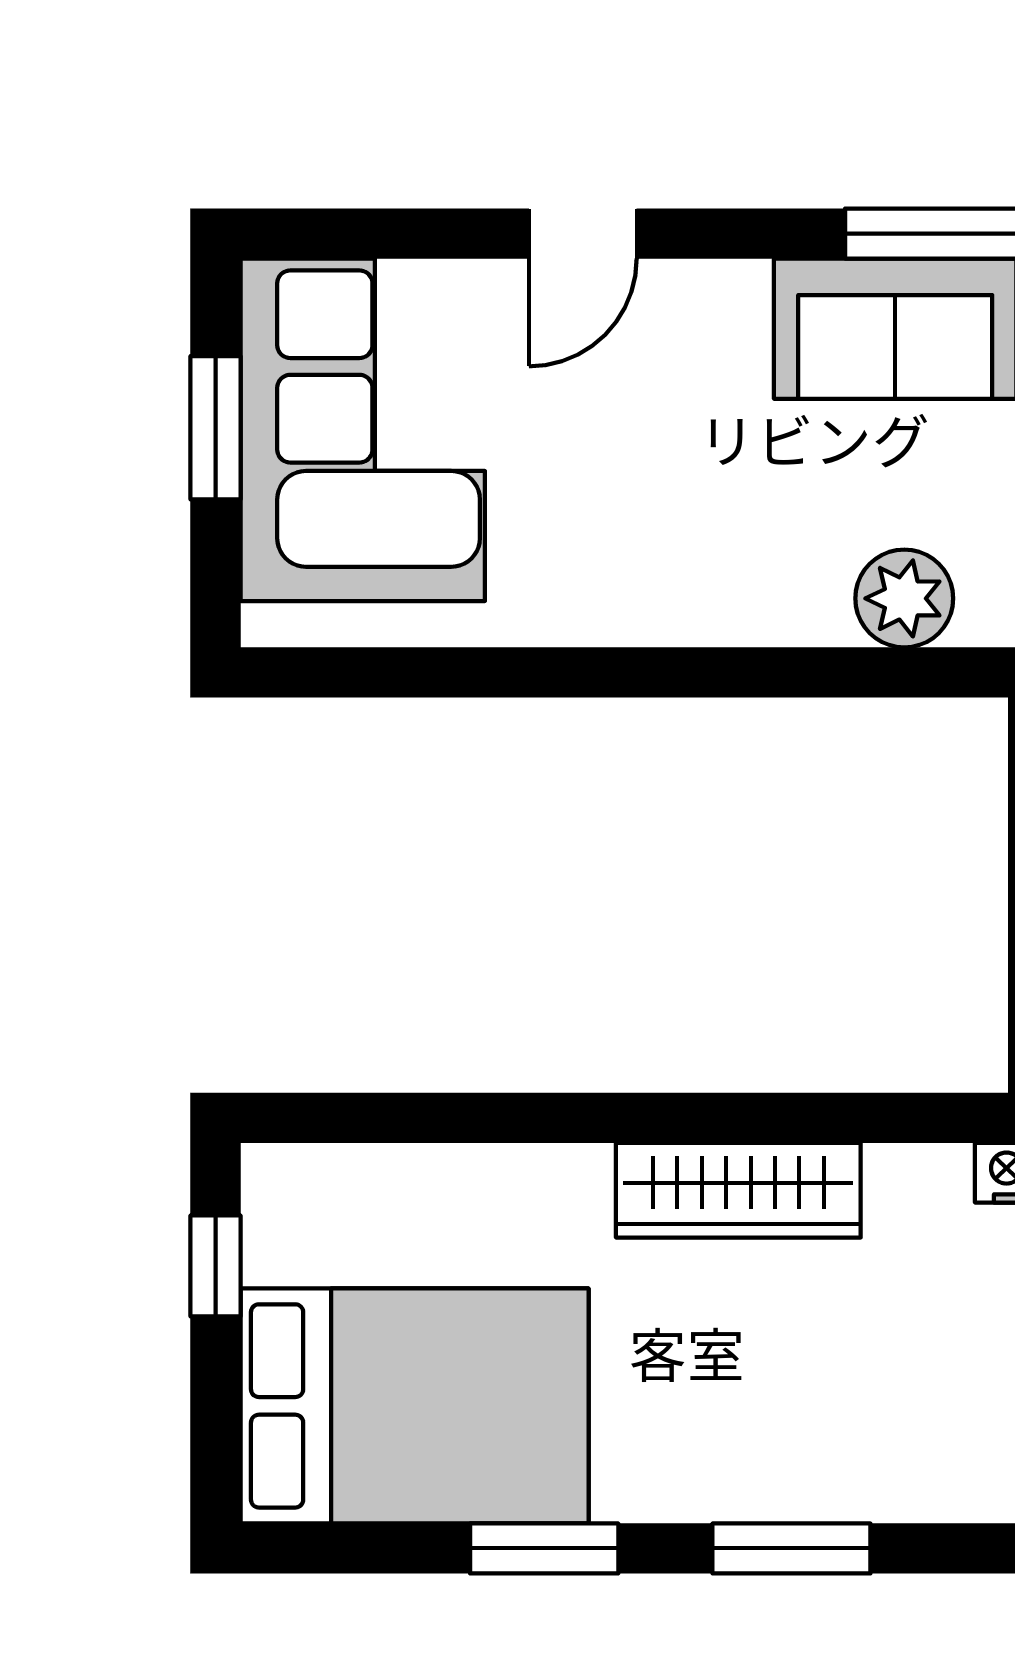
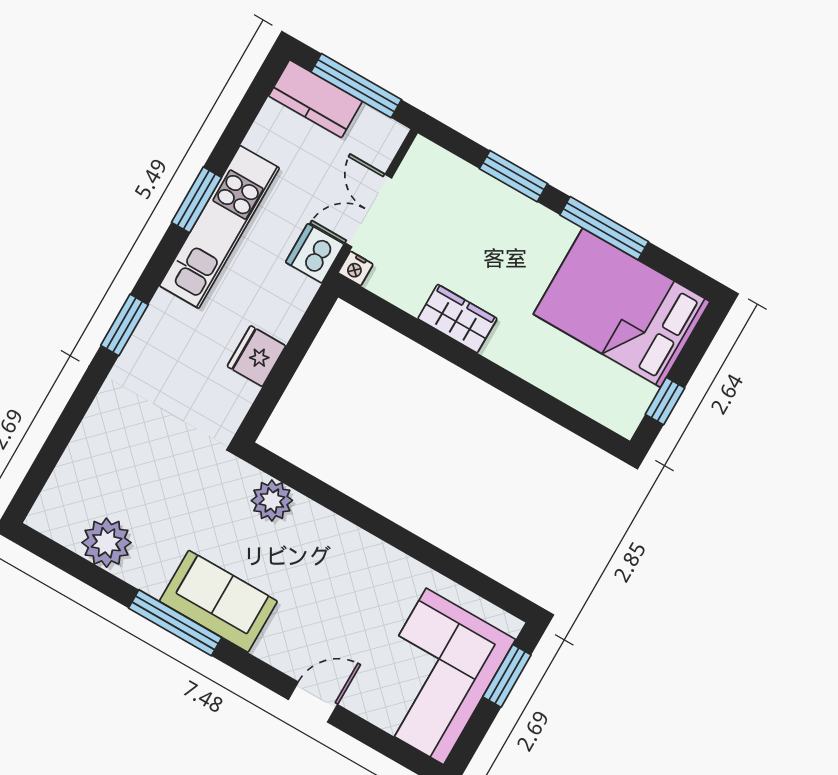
window: (216, 428) -> (507, 676), moved
wardrobe: (738, 1190) -> (457, 319), width x0.67
window: (544, 1548) -> (604, 228), width x1.44

